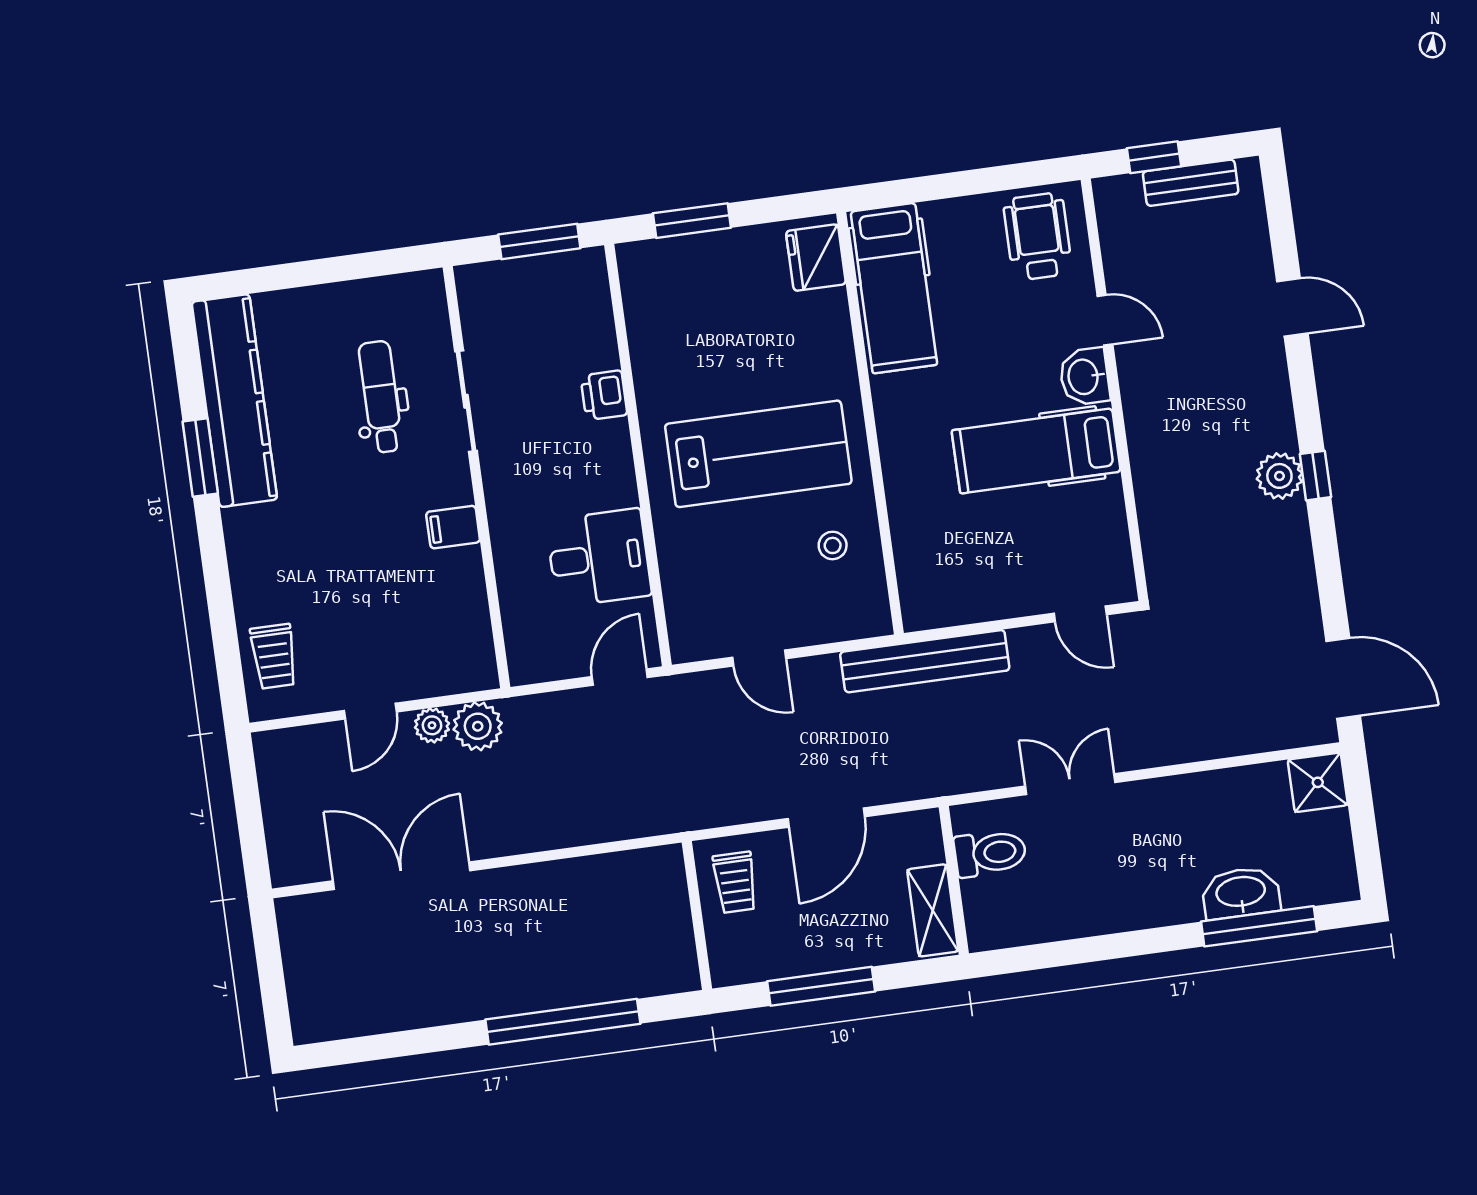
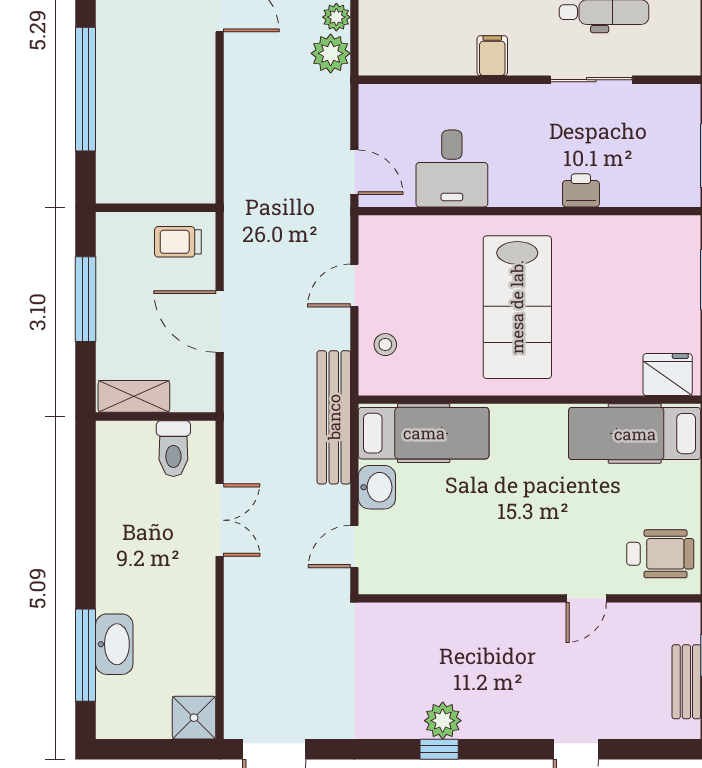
washbasin: (1084, 377) -> (377, 487), moved, turned 90
hospital bed: (1036, 451) -> (424, 433), moved, turned 90
stool: (833, 545) -> (385, 345), moved

